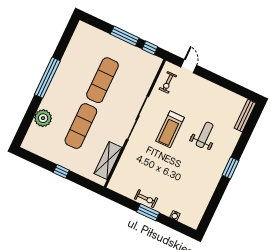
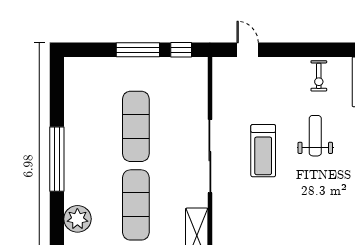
exercise bike: (168, 82) -> (319, 76), moved

